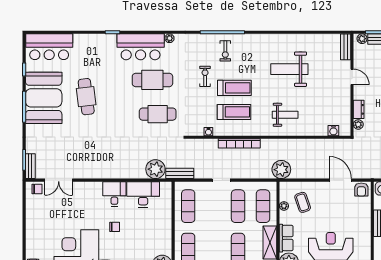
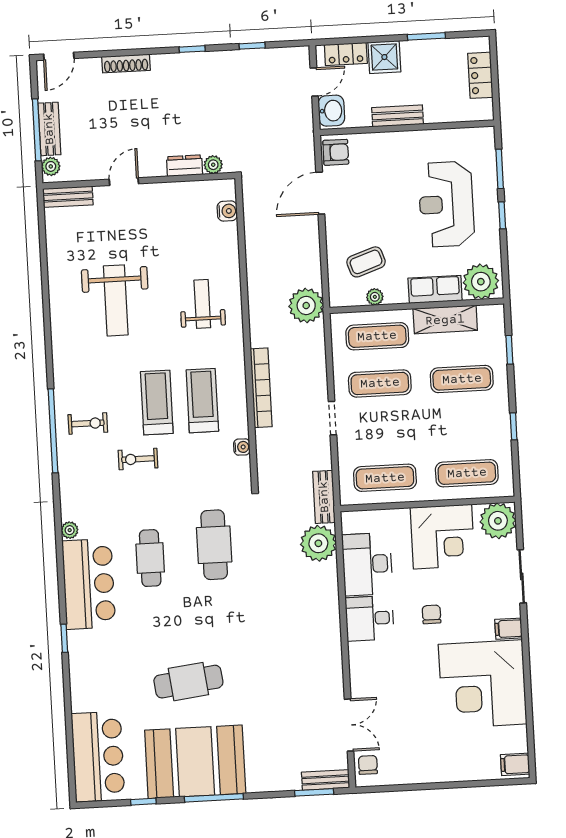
cafe table: (152, 80) -> (150, 558), width x0.73, depth x0.74
corner desk: (155, 235) -> (443, 537), added

